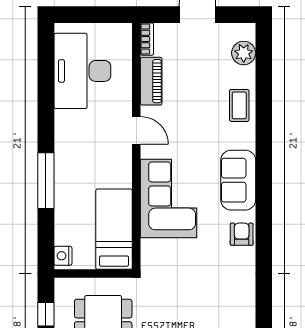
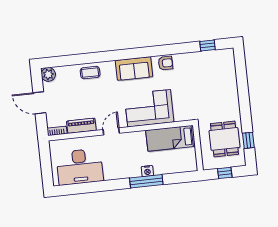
plant: (244, 53) -> (48, 74), moved
armchair: (242, 234) -> (165, 63), turned 180
nightstand: (63, 256) -> (147, 171), moved
window: (264, 308) -> (207, 45), added

